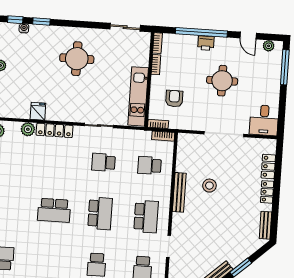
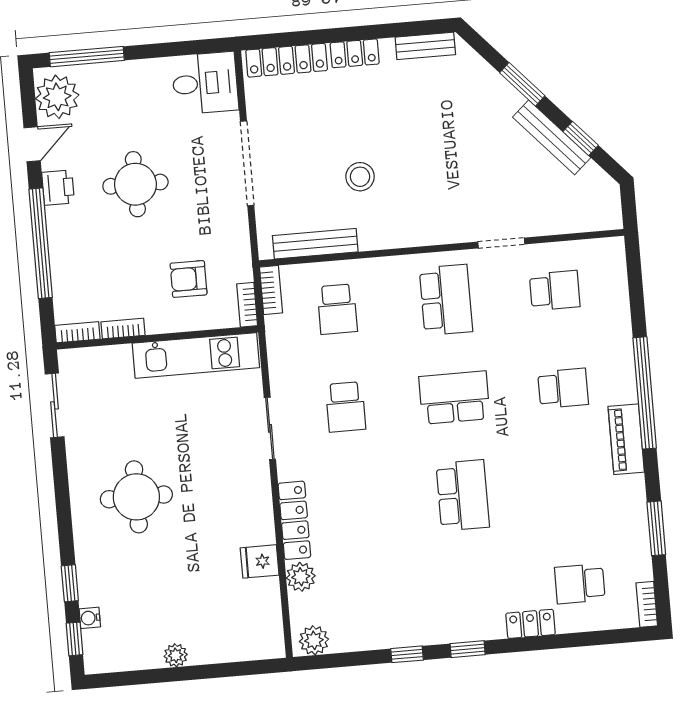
printer: (206, 43) -> (58, 188), moved
plant: (269, 46) -> (57, 97), width x1.88, depth x1.88
locker: (268, 166) -> (287, 60), width x1.53
bench: (179, 192) -> (315, 244), moved
school desk: (146, 217) -> (446, 300), turned 90

